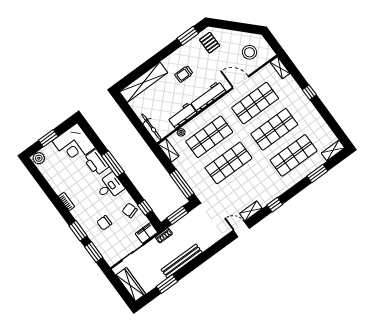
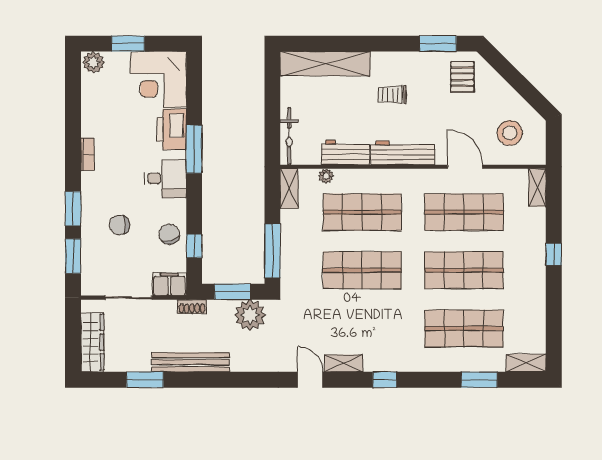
plant: (193, 220) -> (250, 315), added

